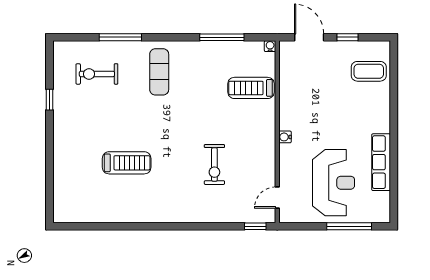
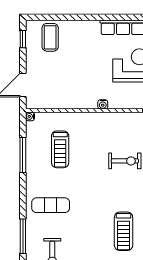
window: (347, 37) -> (23, 39), moved
treadmill: (251, 88) -> (60, 149), moved
treadmill: (127, 163) -> (124, 231), turned 180

